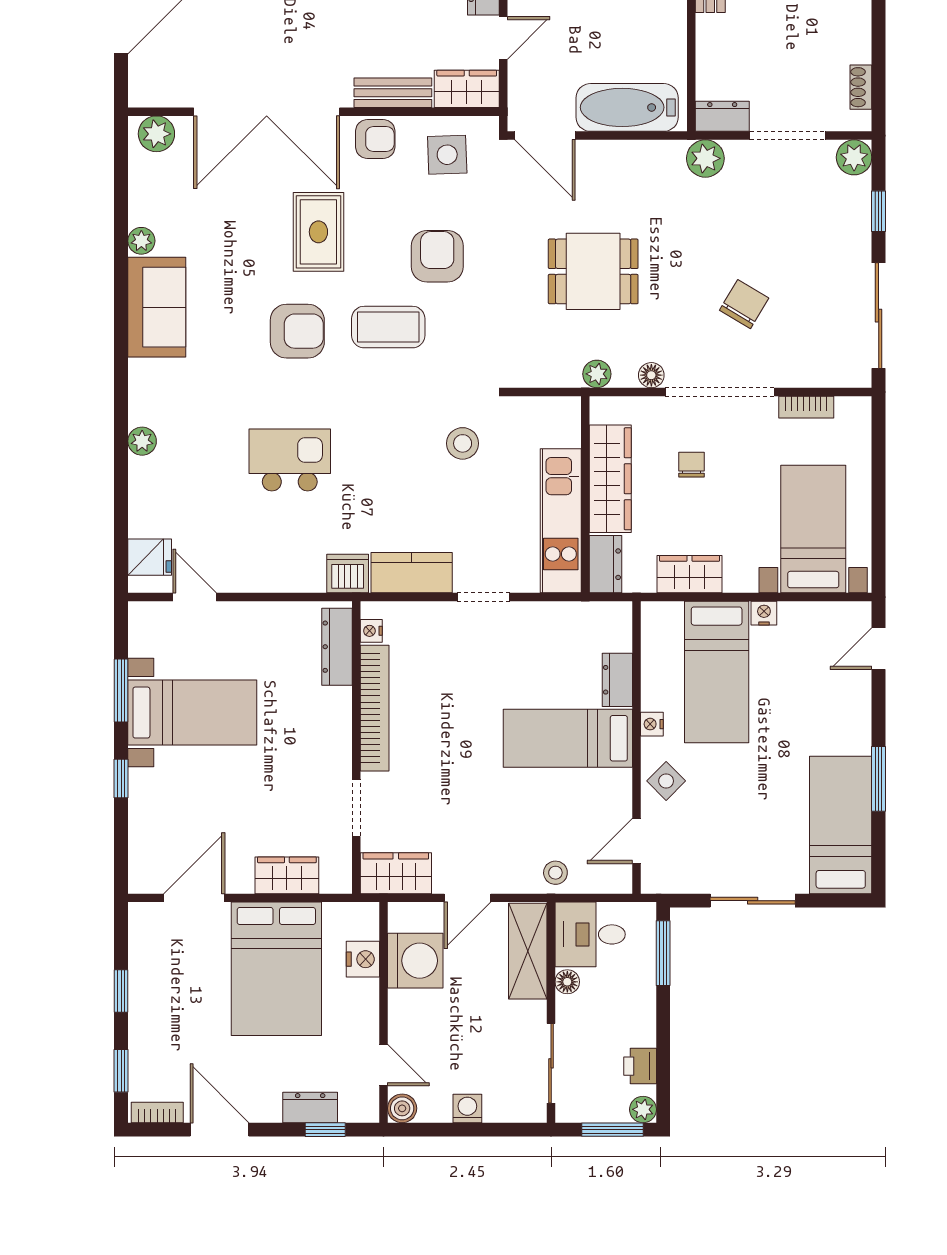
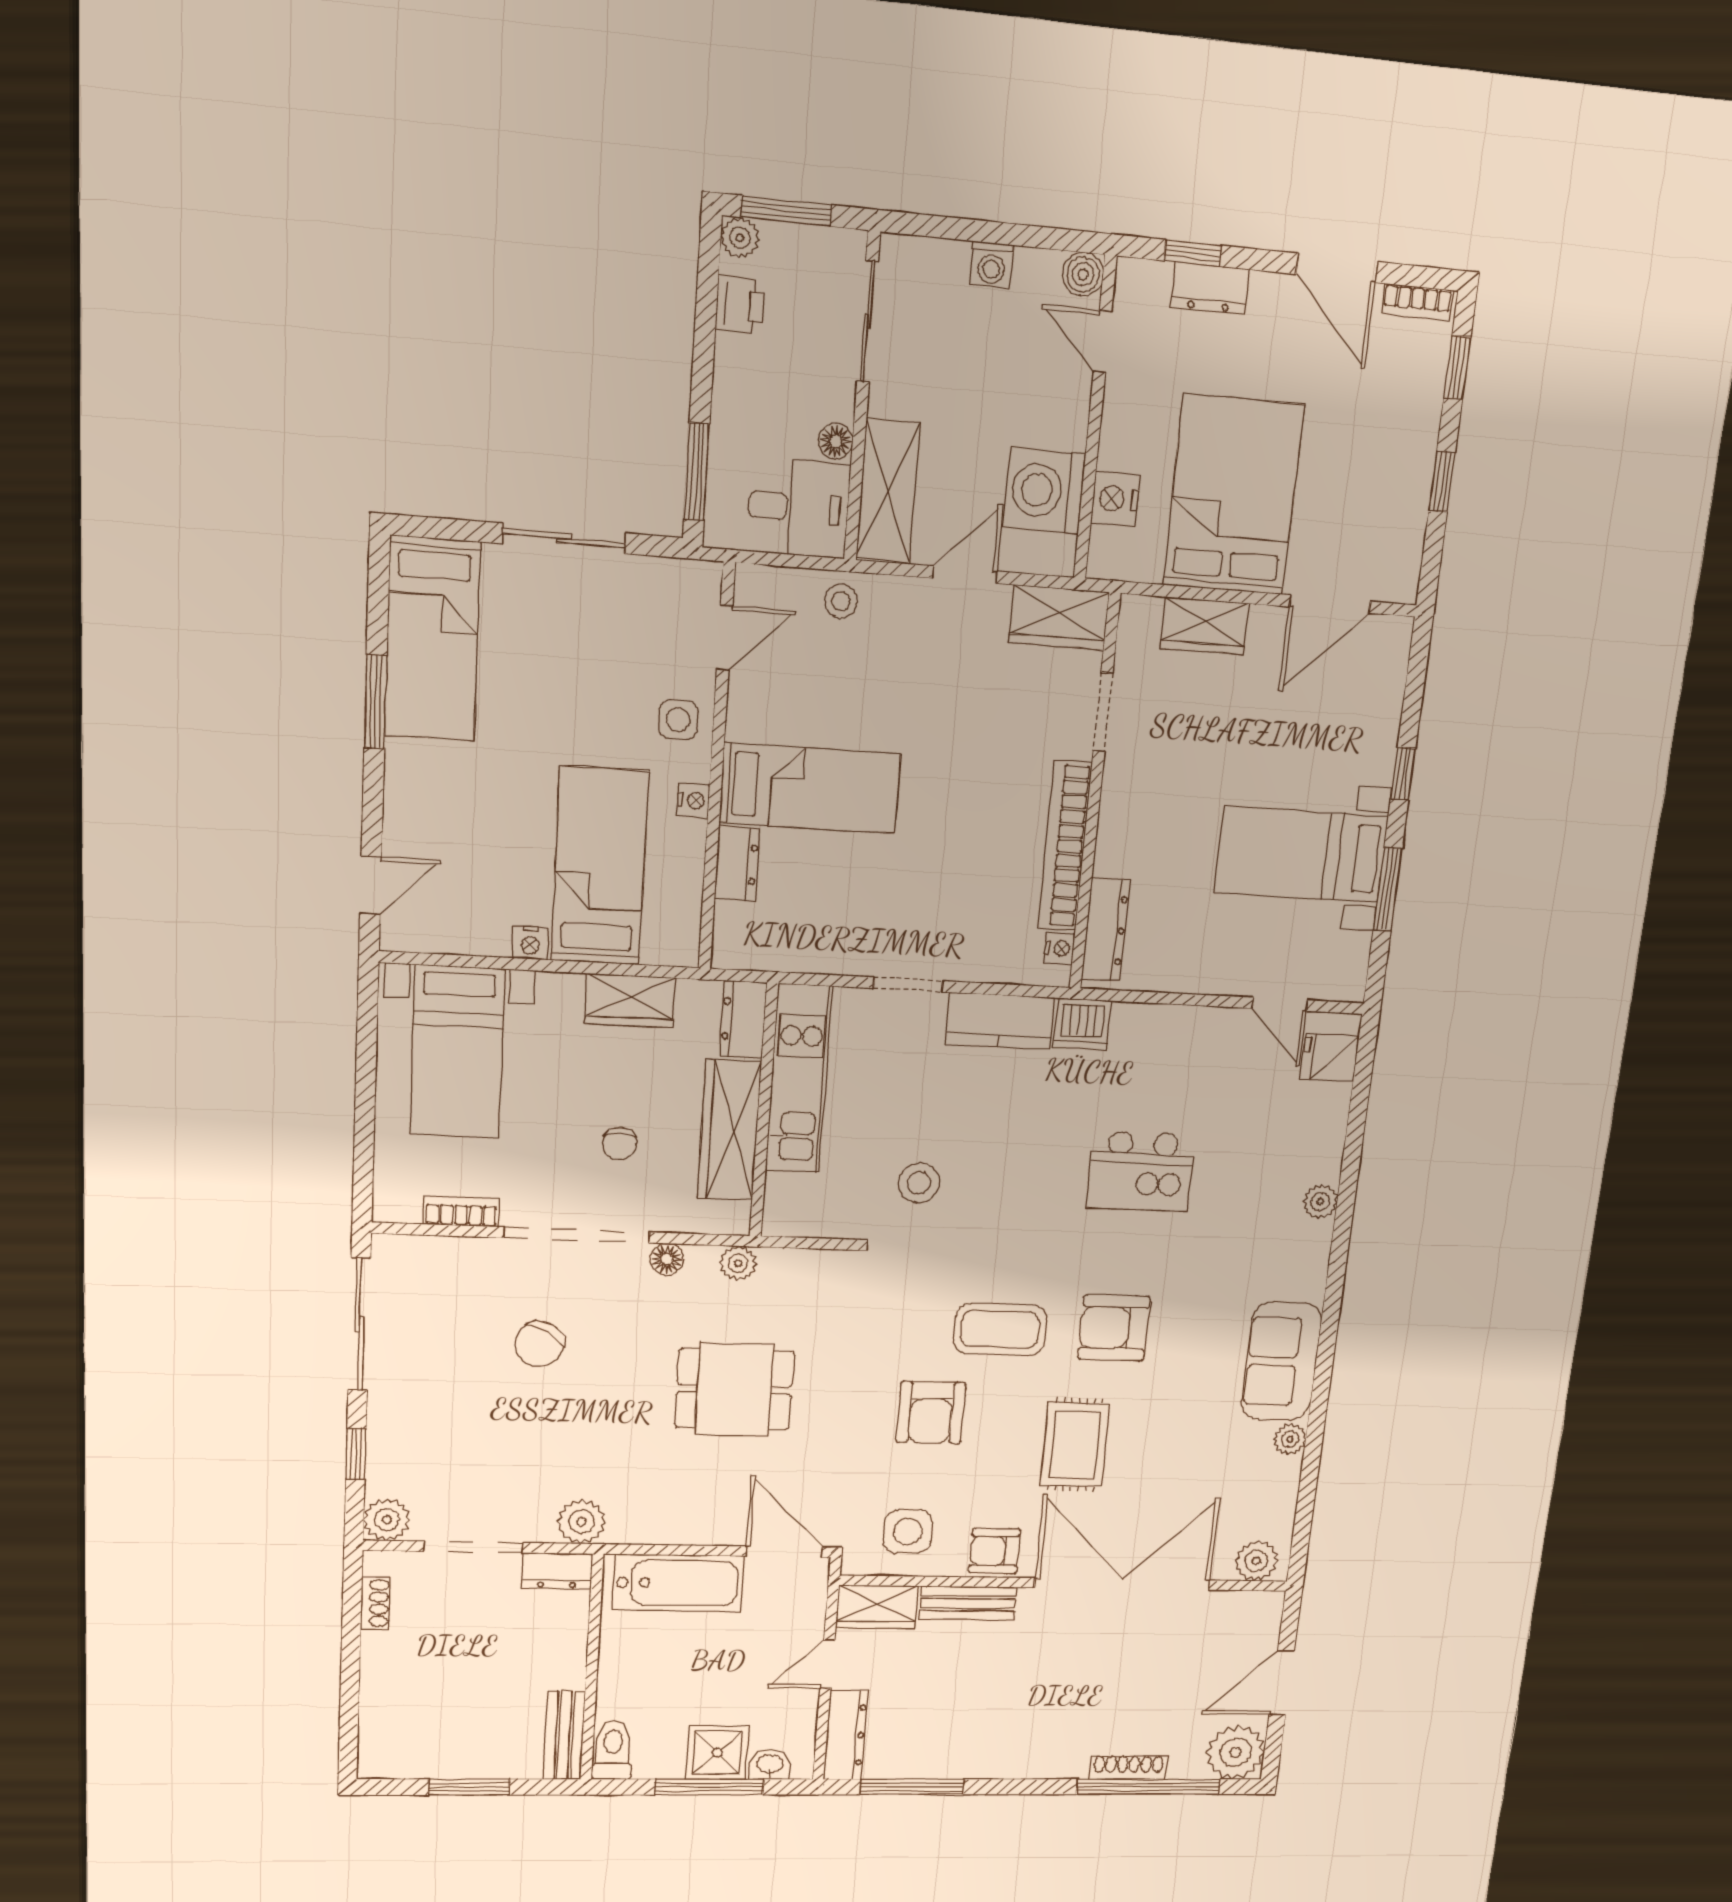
side table: (666, 781) -> (678, 720), turned 45

